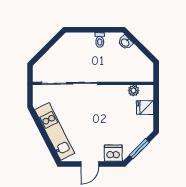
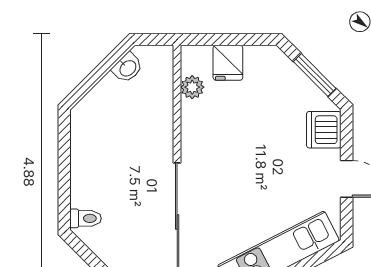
toilet: (100, 40) -> (86, 218), moved
washbasin: (125, 42) -> (127, 68), moved

